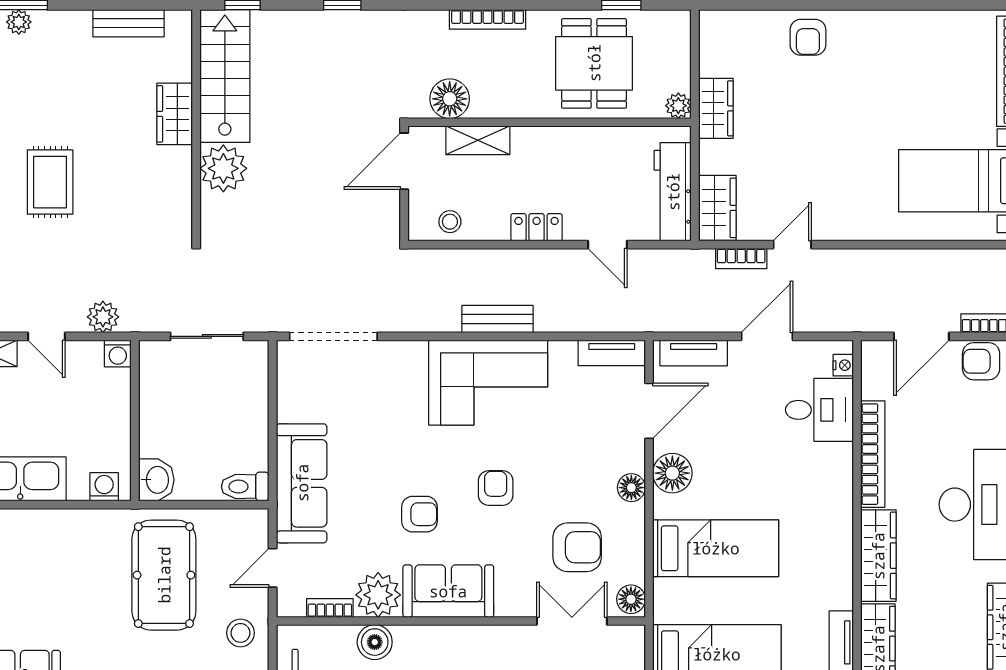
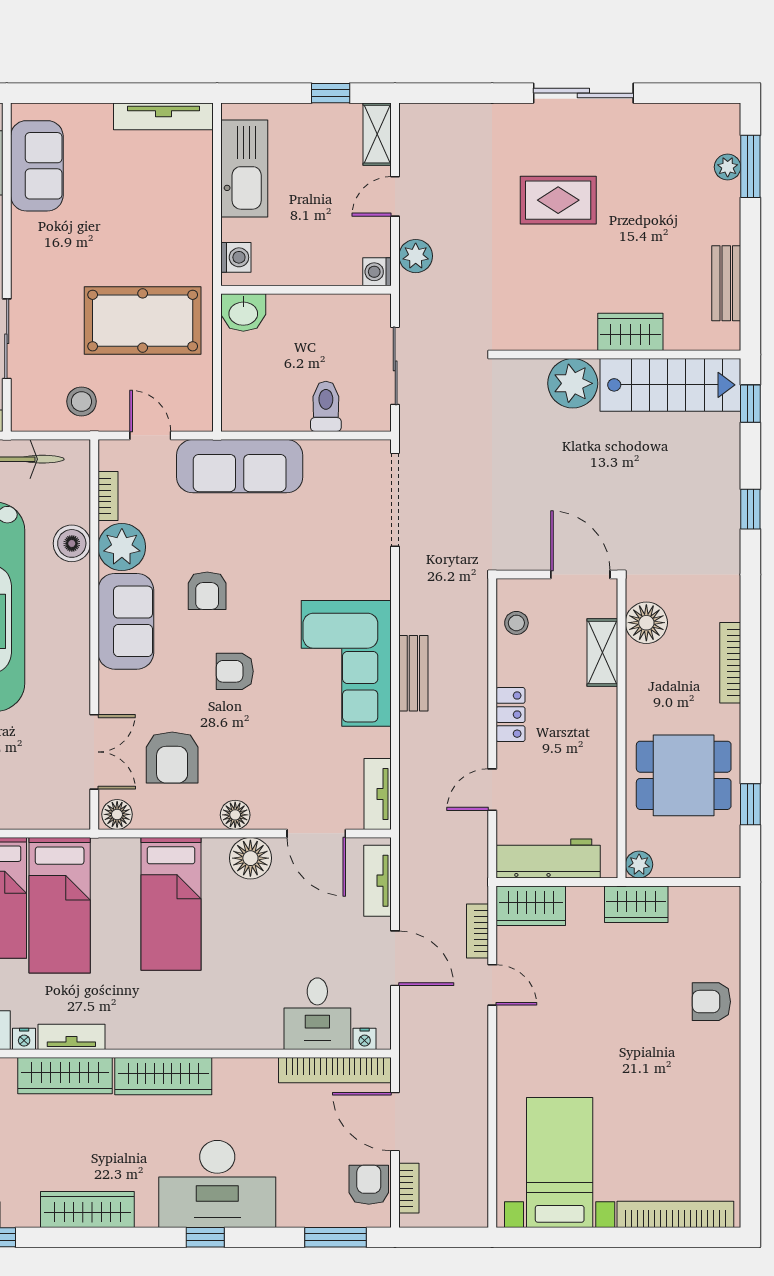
bookcase: (873, 454) -> (335, 1070), moved
toilet: (245, 487) -> (326, 406), moved
armchair: (496, 488) -> (235, 671), turned 180

